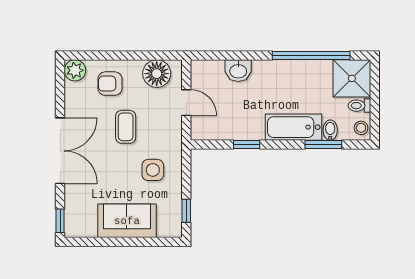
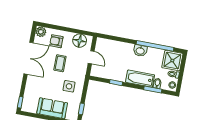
washbasin: (238, 71) -> (140, 51), moved
double door: (60, 151) -> (28, 58), moved

